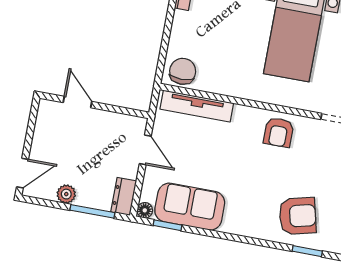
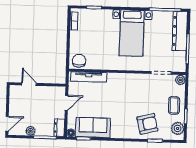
armchair: (279, 132) -> (131, 84), removed
door: (145, 150) -> (66, 103), hinge flipped

